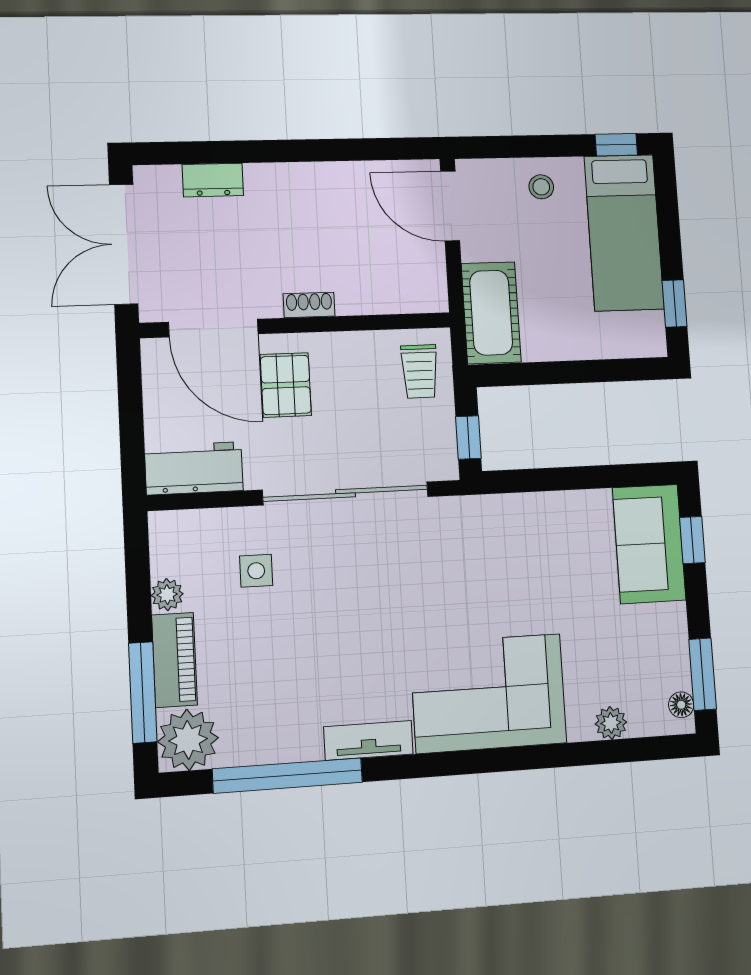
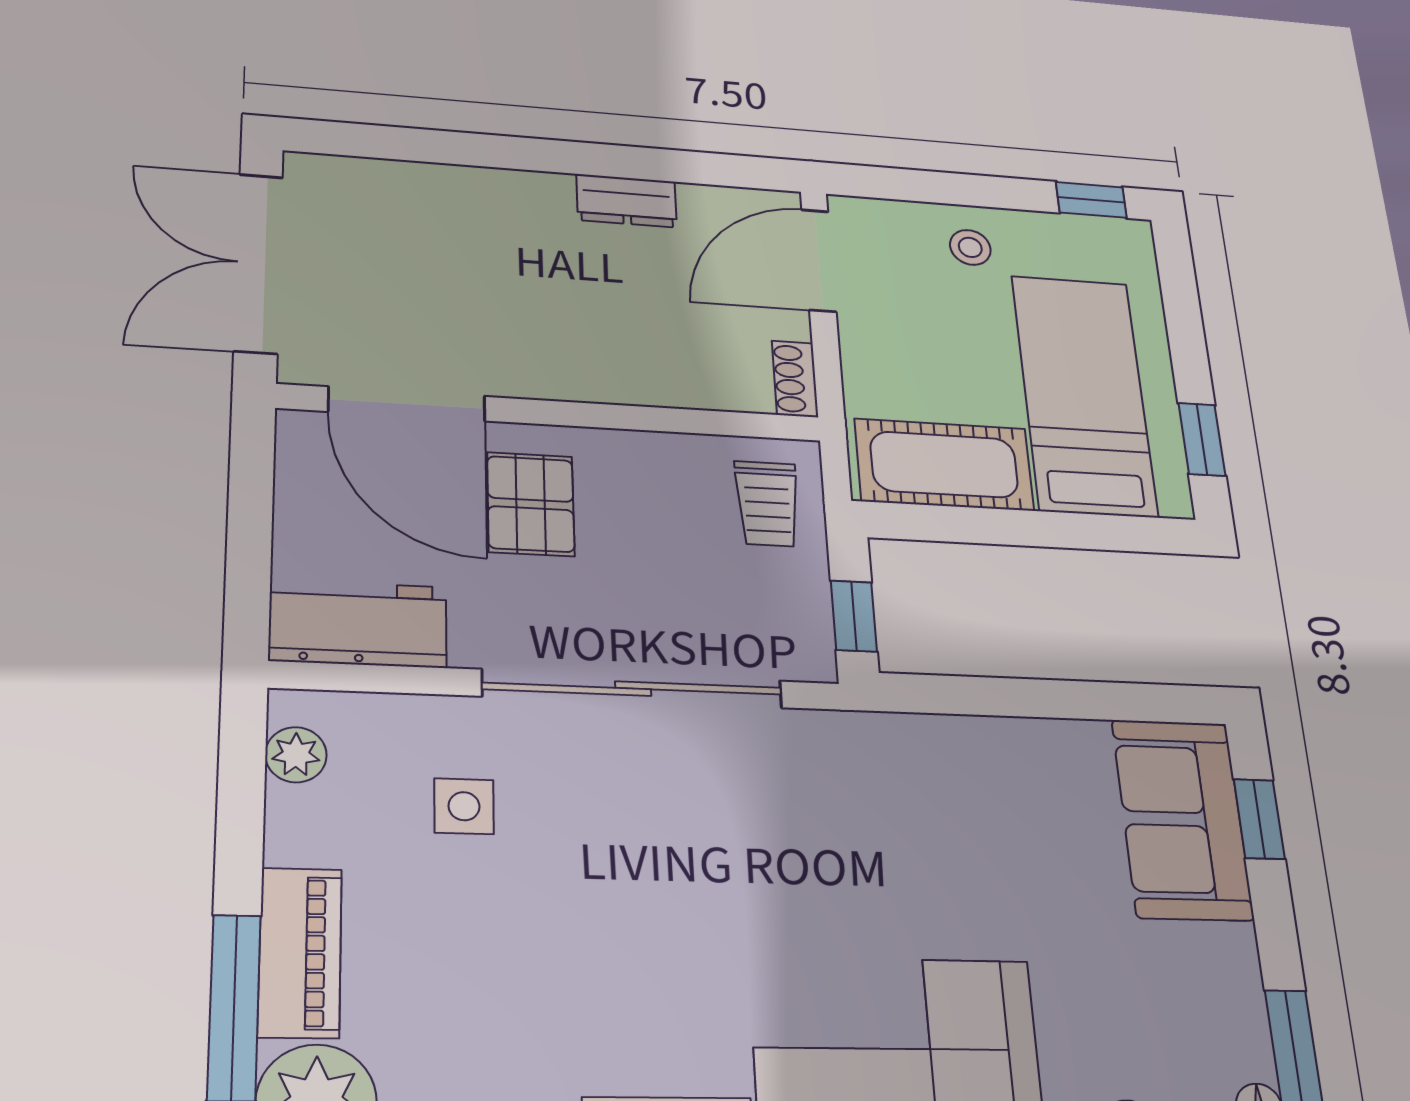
dresser: (213, 180) -> (627, 201), moved
door: (450, 206) -> (819, 260), hinge flipped
bed: (624, 233) -> (1084, 395), moved, turned 180
shoe rack: (309, 305) -> (795, 379), moved, turned -90
cot: (491, 313) -> (944, 465), moved, turned 90
plant: (167, 595) -> (296, 755), moved

